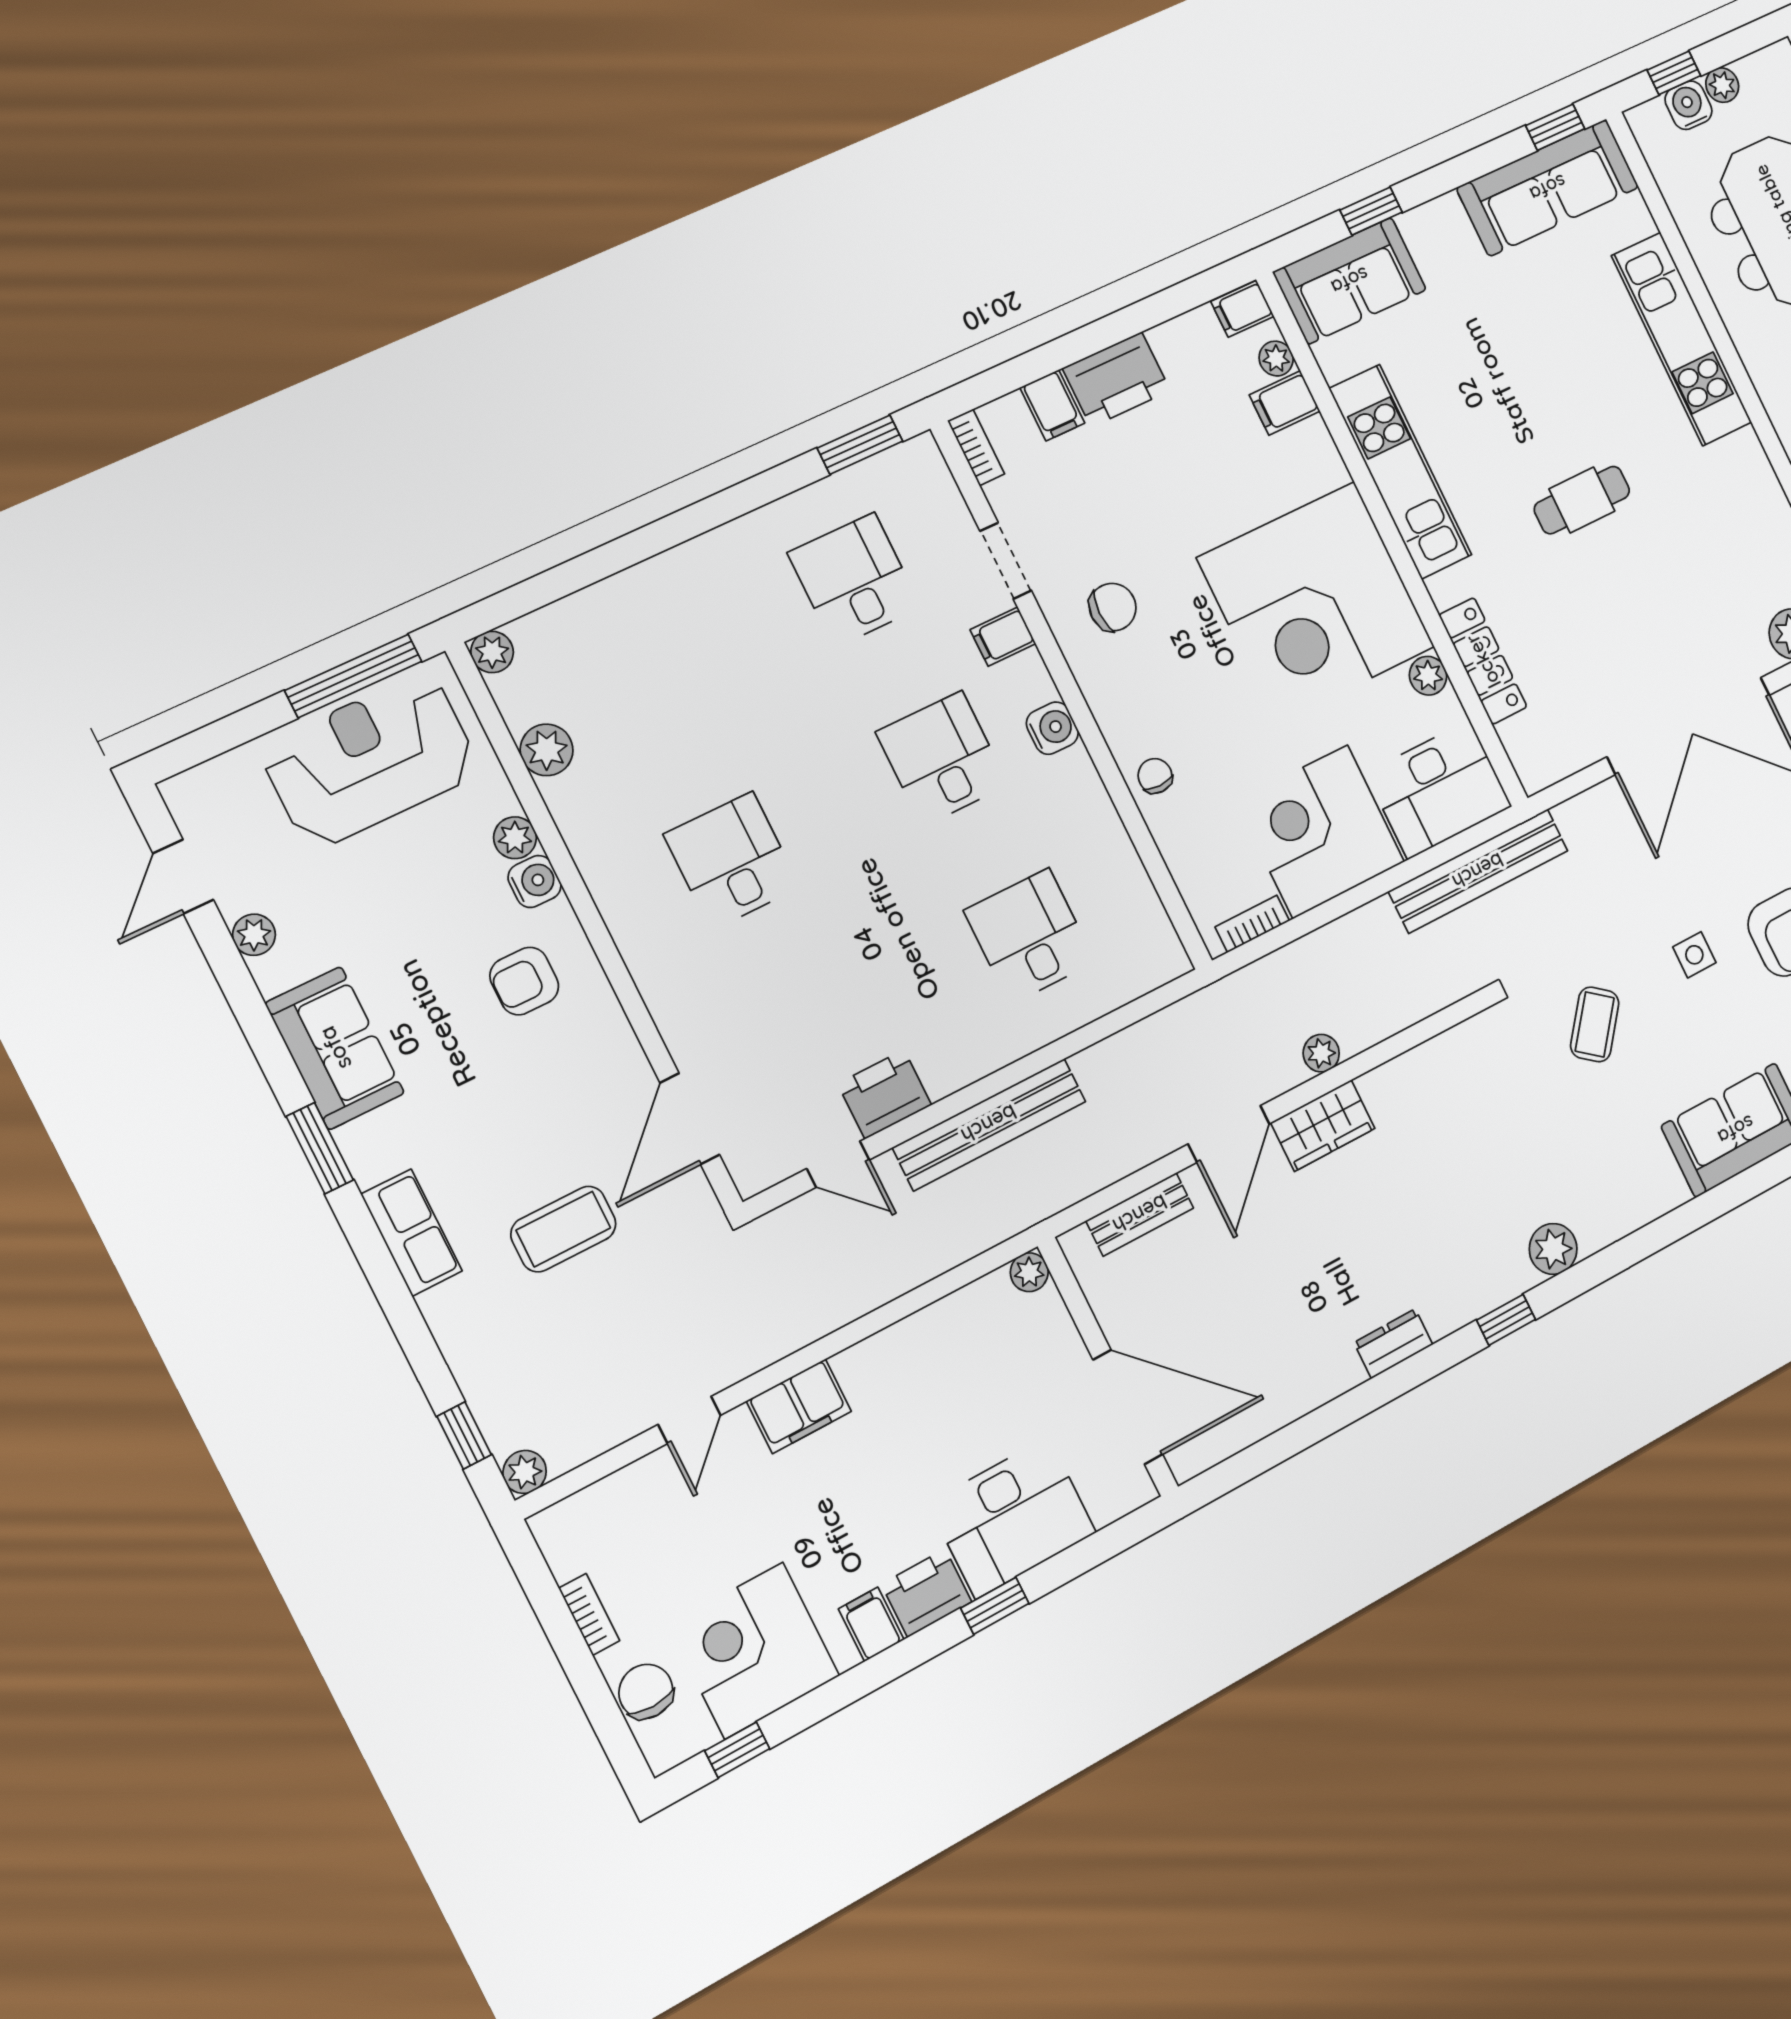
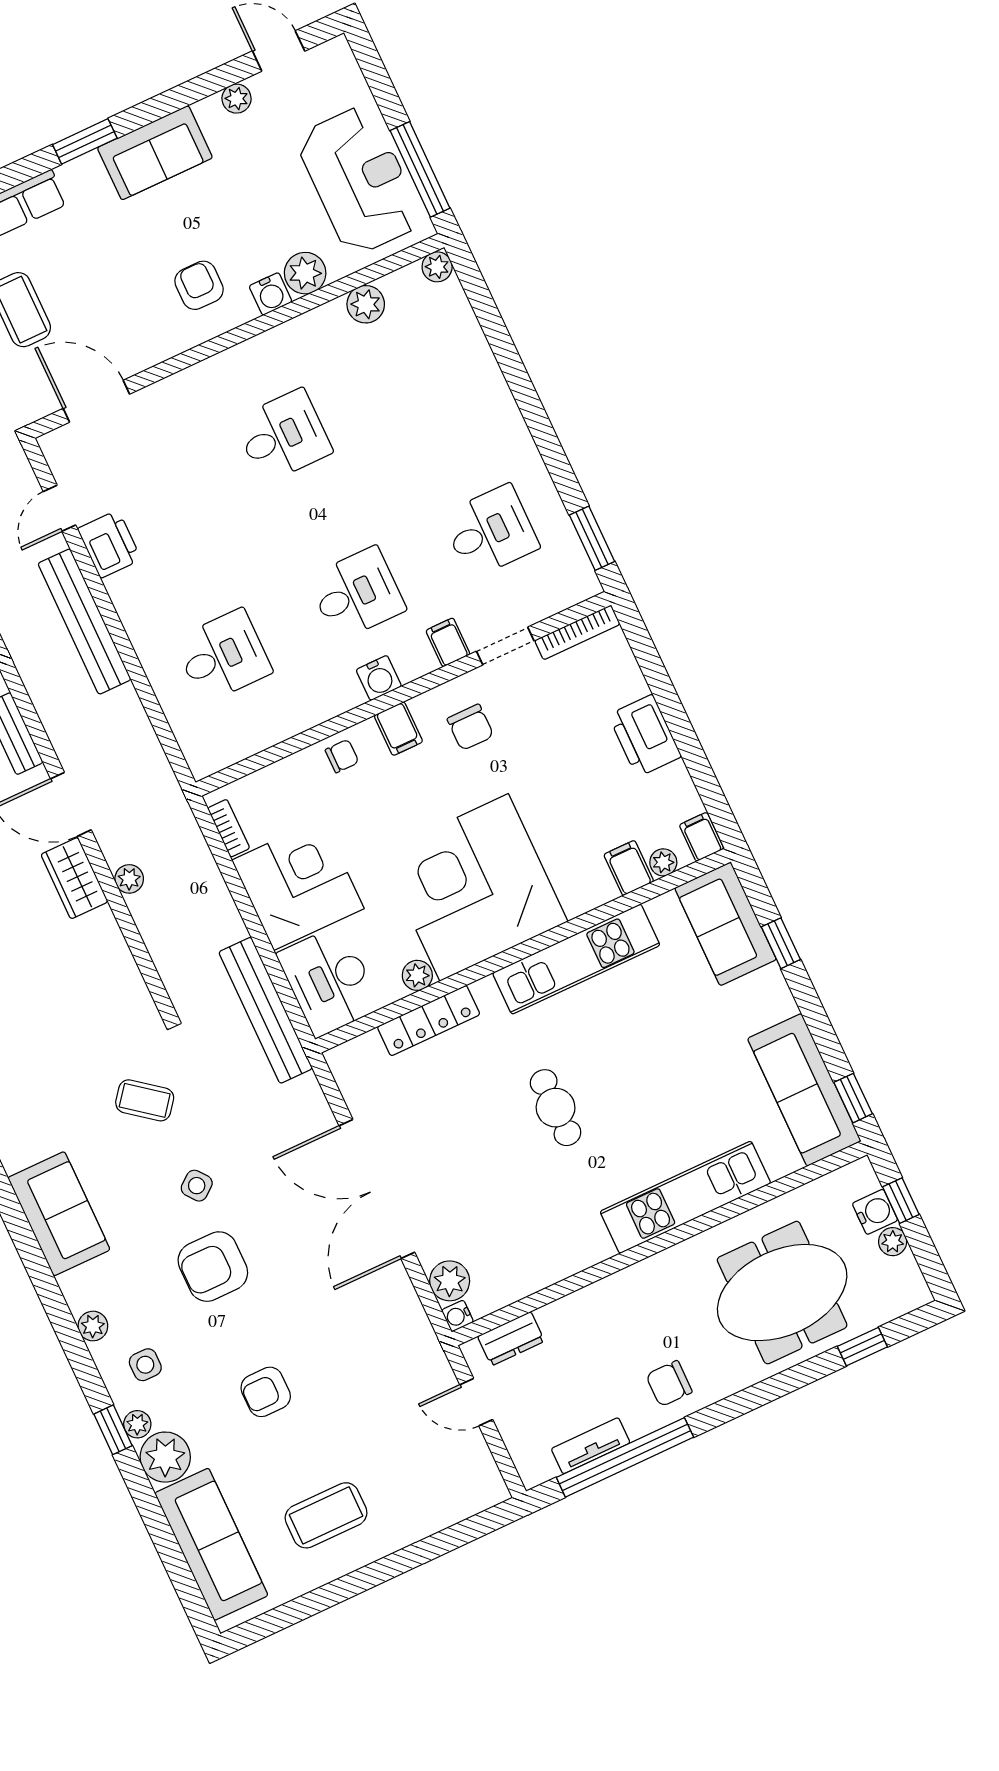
filing cabinet: (1052, 405) -> (398, 729), moved, turned -90
bookcase: (976, 447) -> (577, 632), width x1.56
plant: (515, 838) -> (305, 273), width x1.38, depth x1.38
side table: (1694, 955) -> (197, 1186), turned -38

